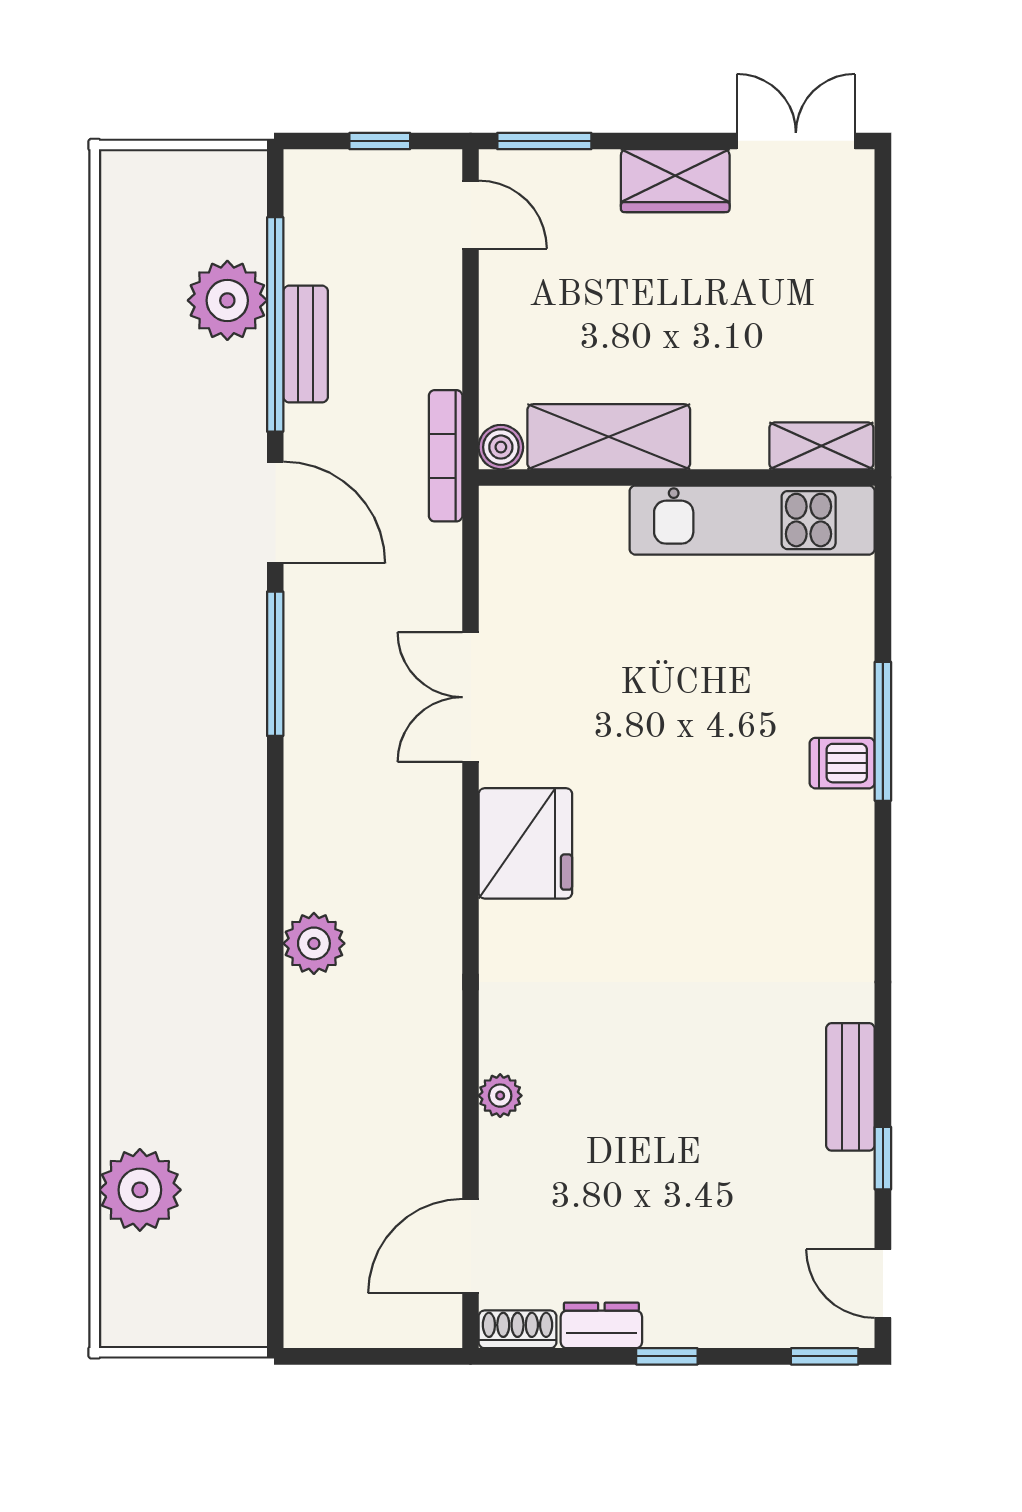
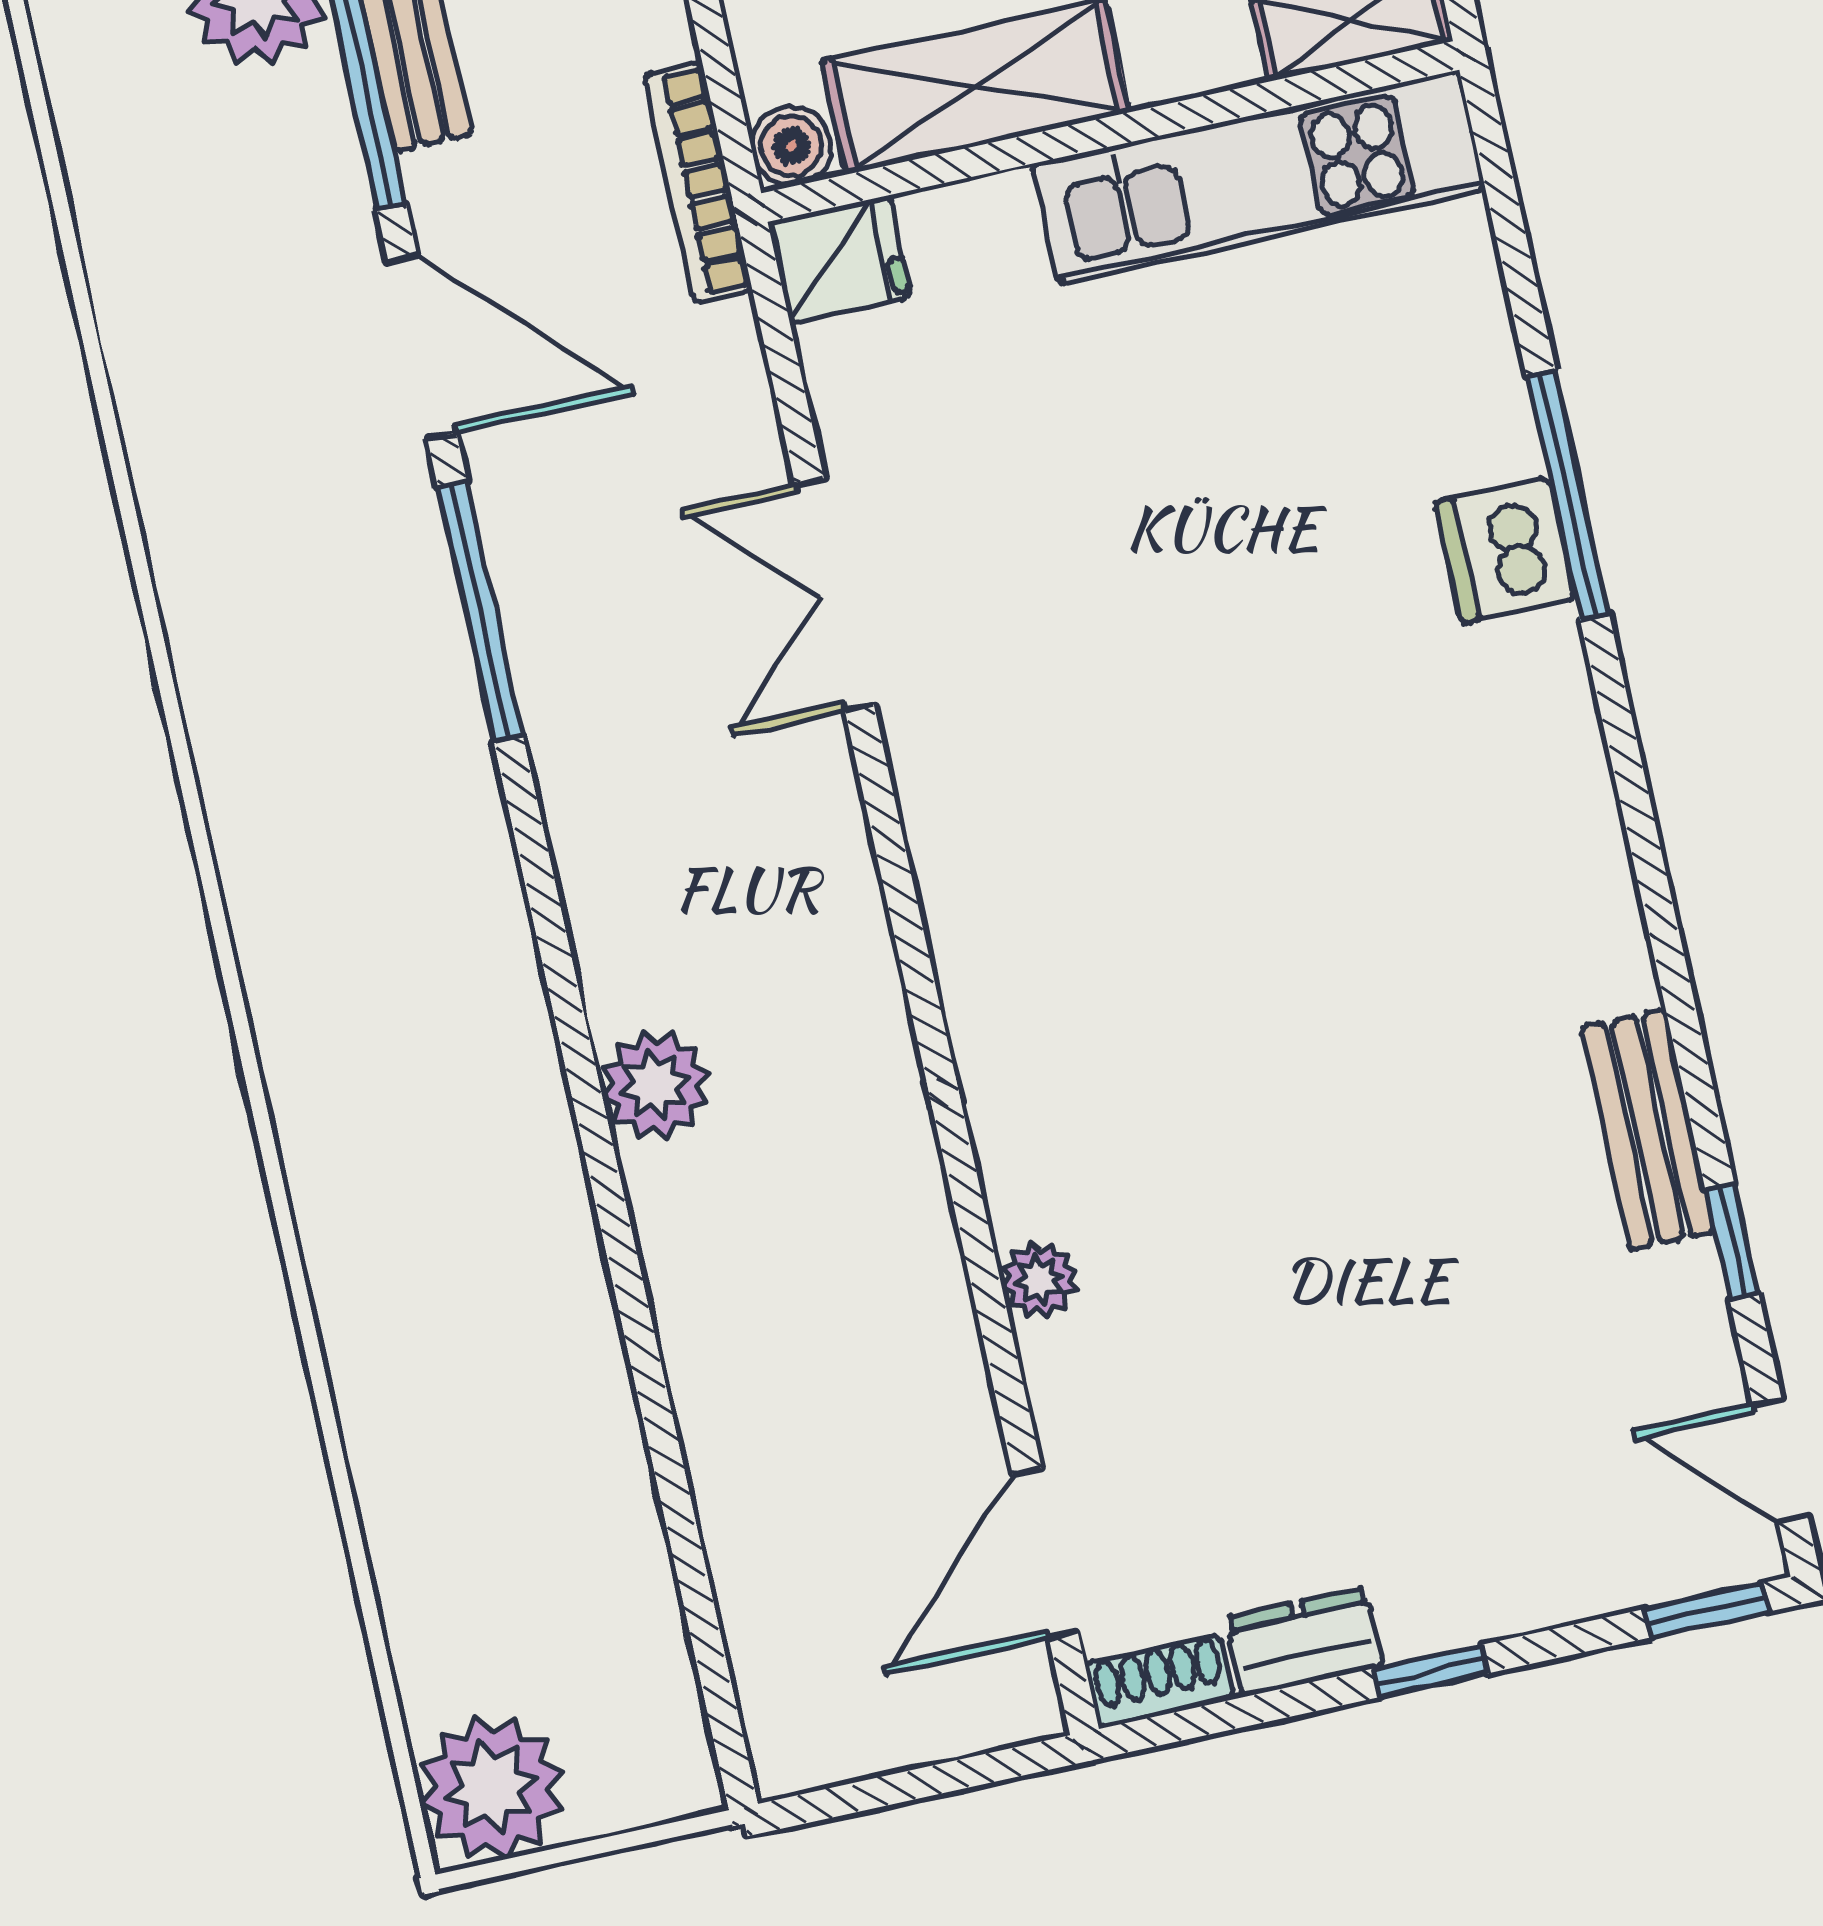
dishwasher: (842, 763) -> (1505, 550), width x1.38
fridge: (525, 843) -> (840, 260), moved, width x0.53, depth x0.75
plant: (140, 1190) -> (491, 1788), moved

